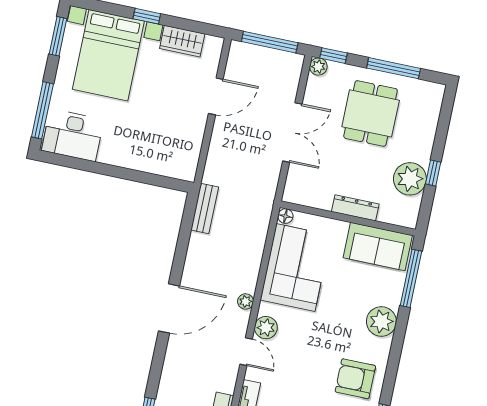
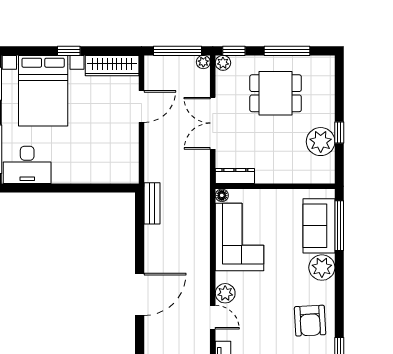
wardrobe: (182, 41) -> (112, 66), width x1.50
dining table: (371, 113) -> (276, 93), turned 90
double door: (292, 132) -> (213, 123), swing flipped
dresser: (355, 208) -> (235, 176), moved
sofa: (378, 247) -> (319, 226), moved, turned 90
plant: (246, 301) -> (203, 62), moved
armchair: (355, 379) -> (310, 321), turned -93

